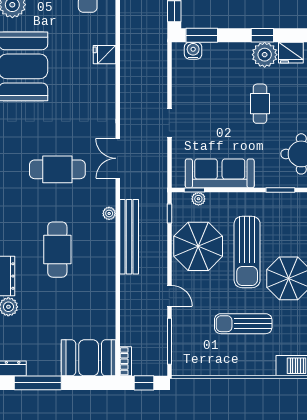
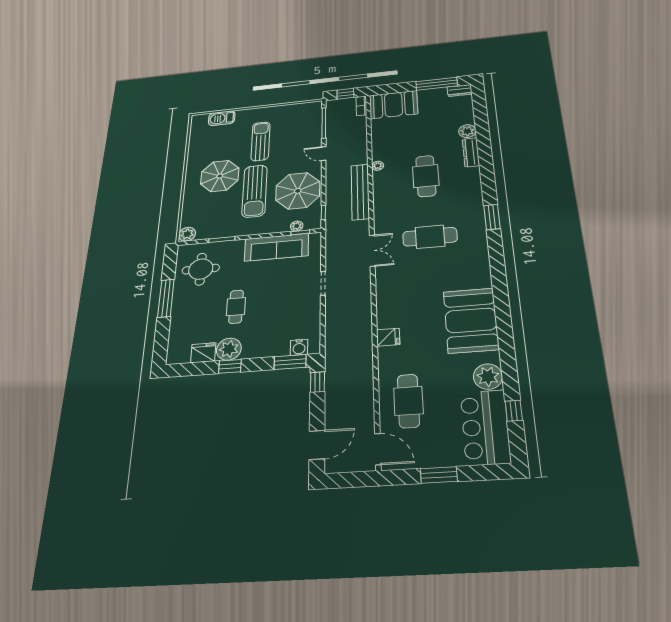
plant: (109, 213) -> (378, 166), moved
sun lounger: (247, 252) -> (255, 191), turned 180
sun lounger: (243, 324) -> (261, 141), turned -90

